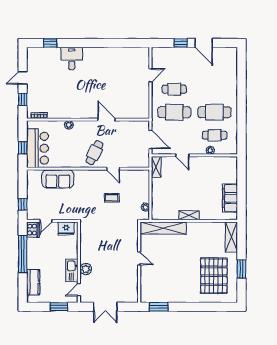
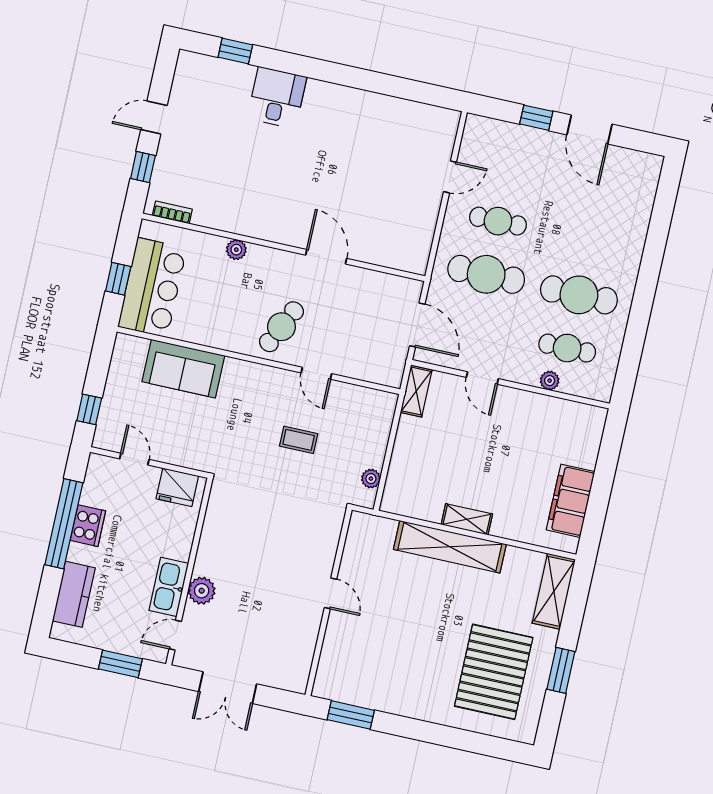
door: (46, 221) -> (134, 459), swing flipped
shelving: (163, 228) -> (450, 547), moved
cooker: (33, 230) -> (88, 526), moved

